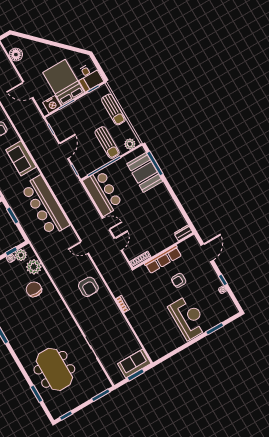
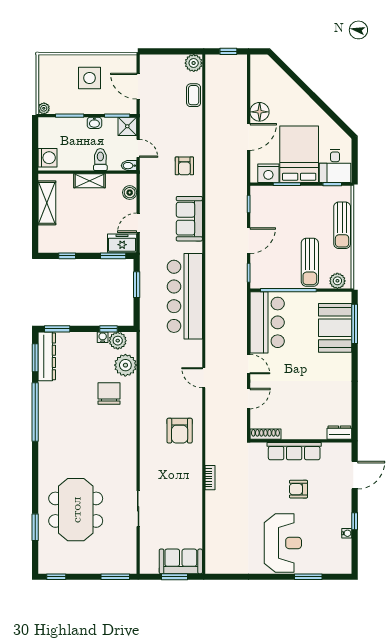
floor lamp: (16, 55) -> (260, 112), moved
door: (28, 90) -> (249, 137), swing flipped

